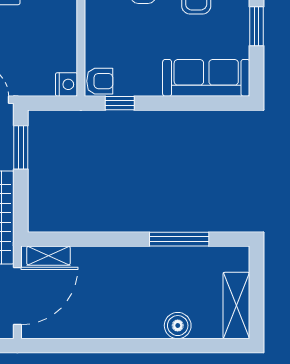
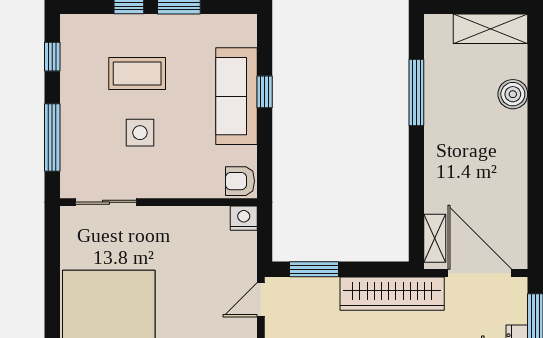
sofa: (206, 78) -> (236, 96), moved
armchair: (100, 81) -> (240, 181), turned -90
window: (120, 103) -> (265, 92), moved

